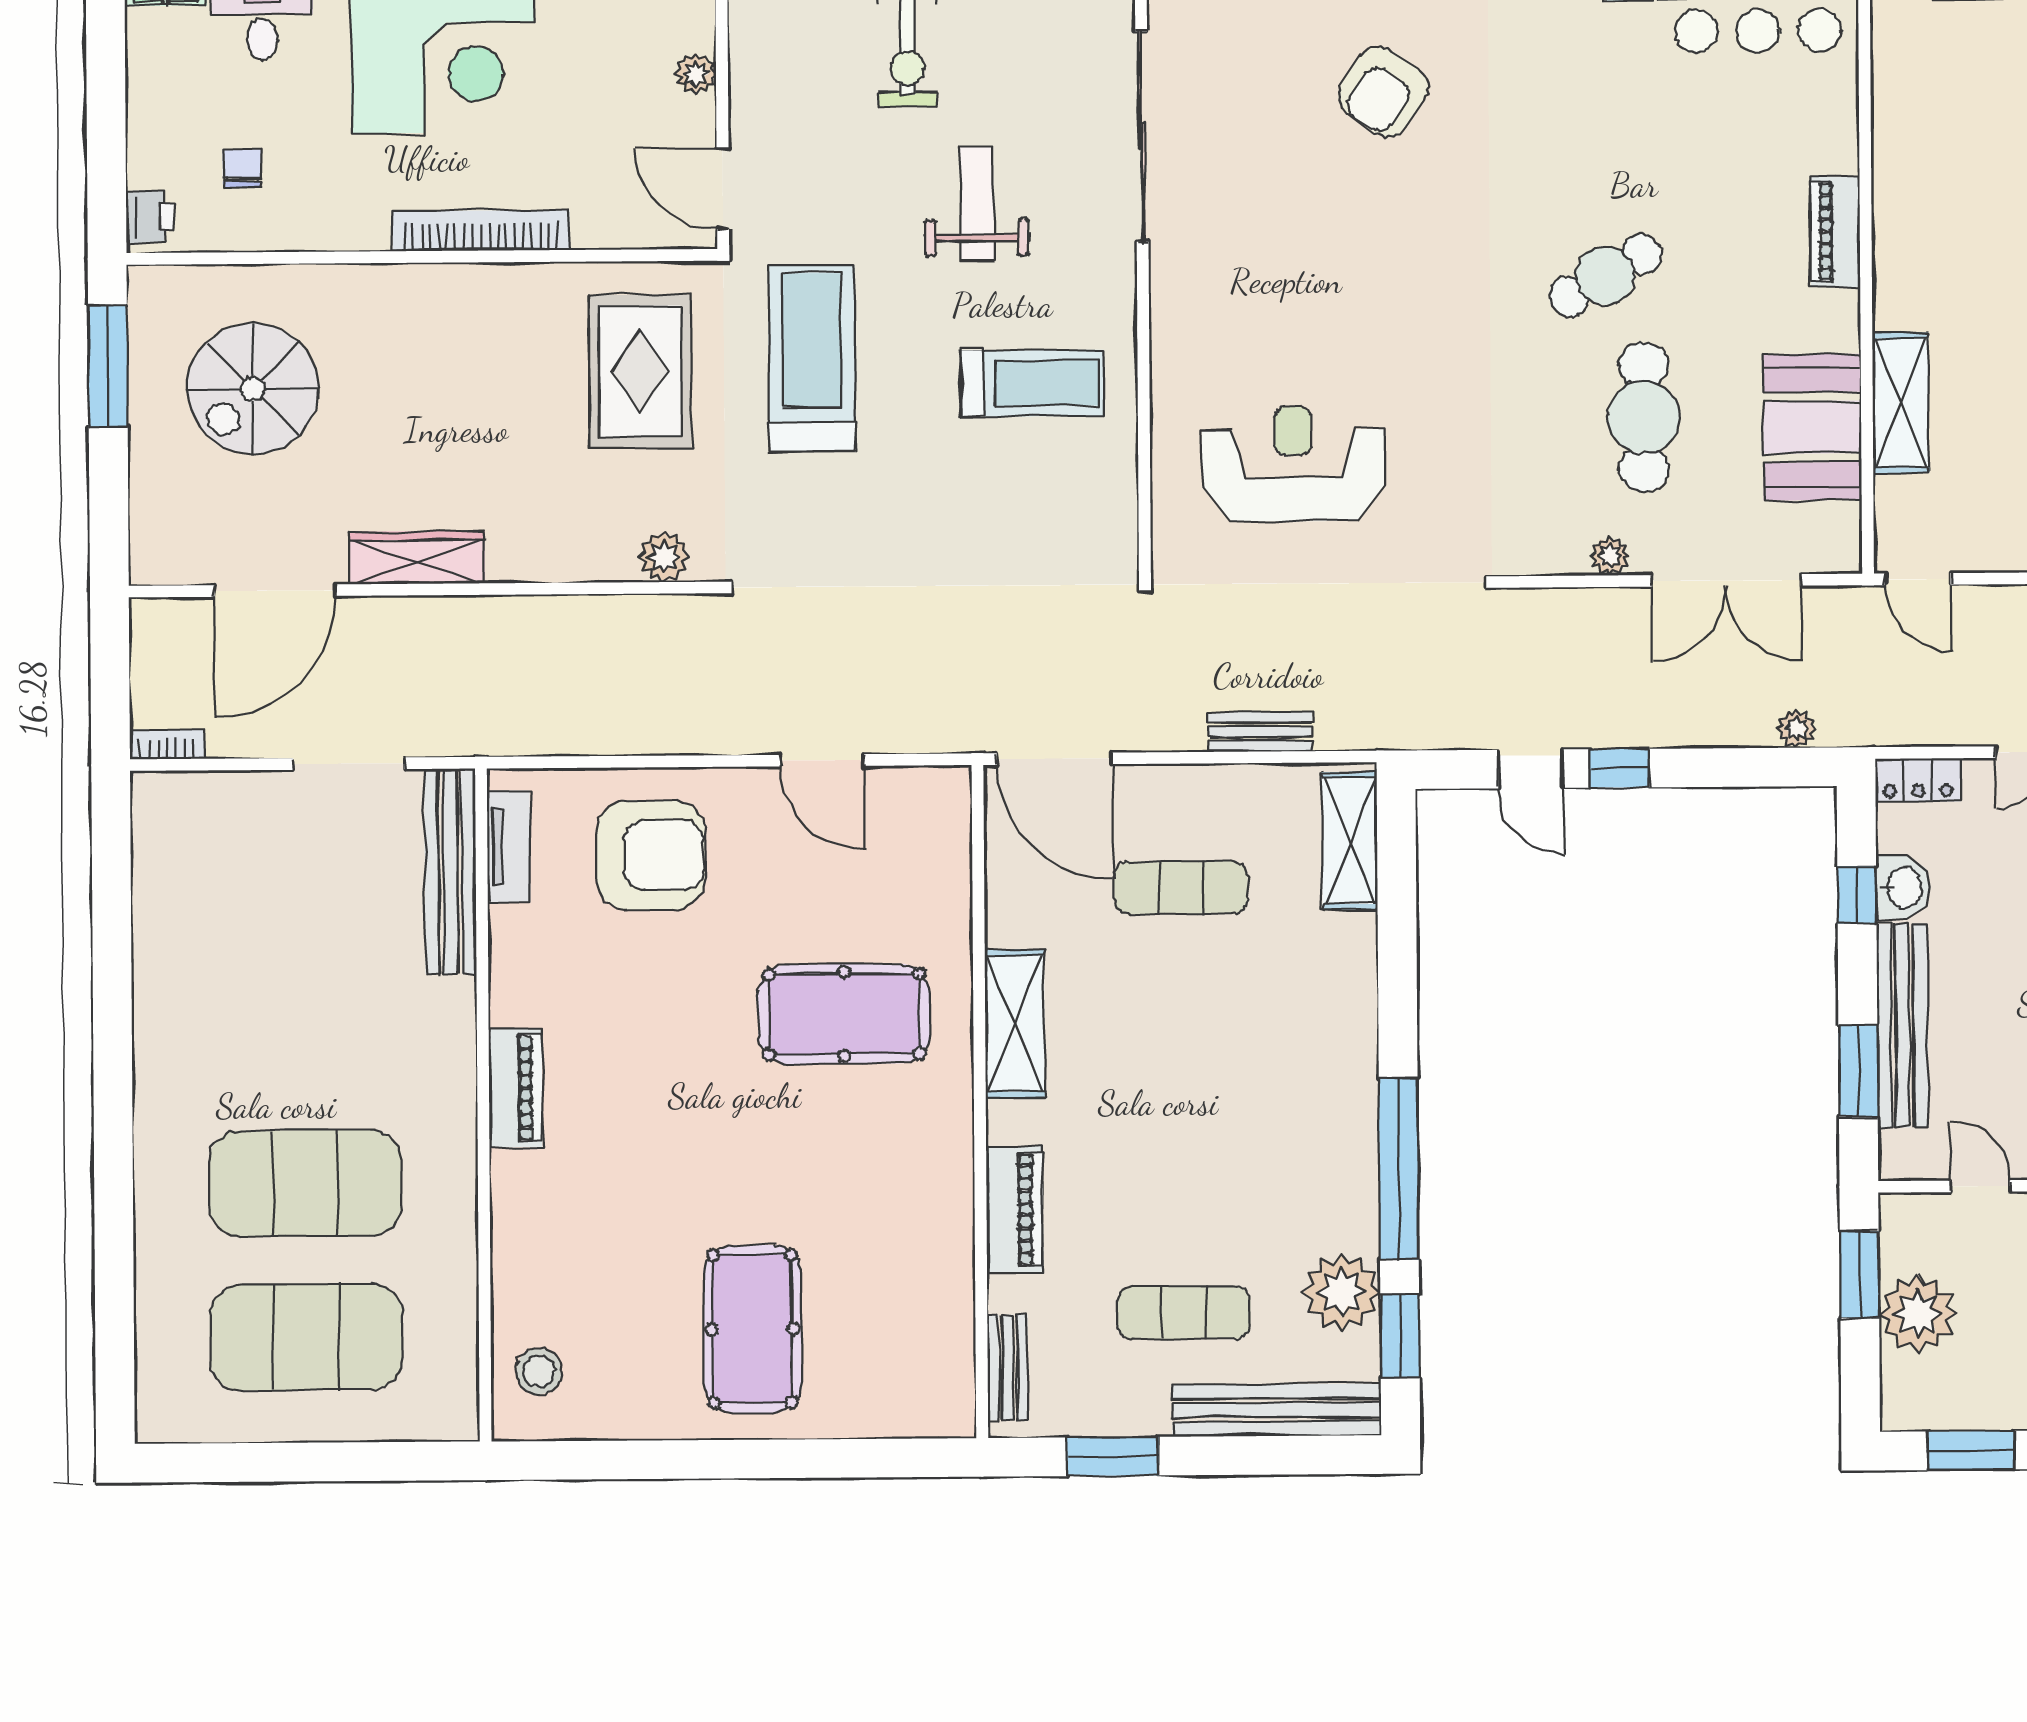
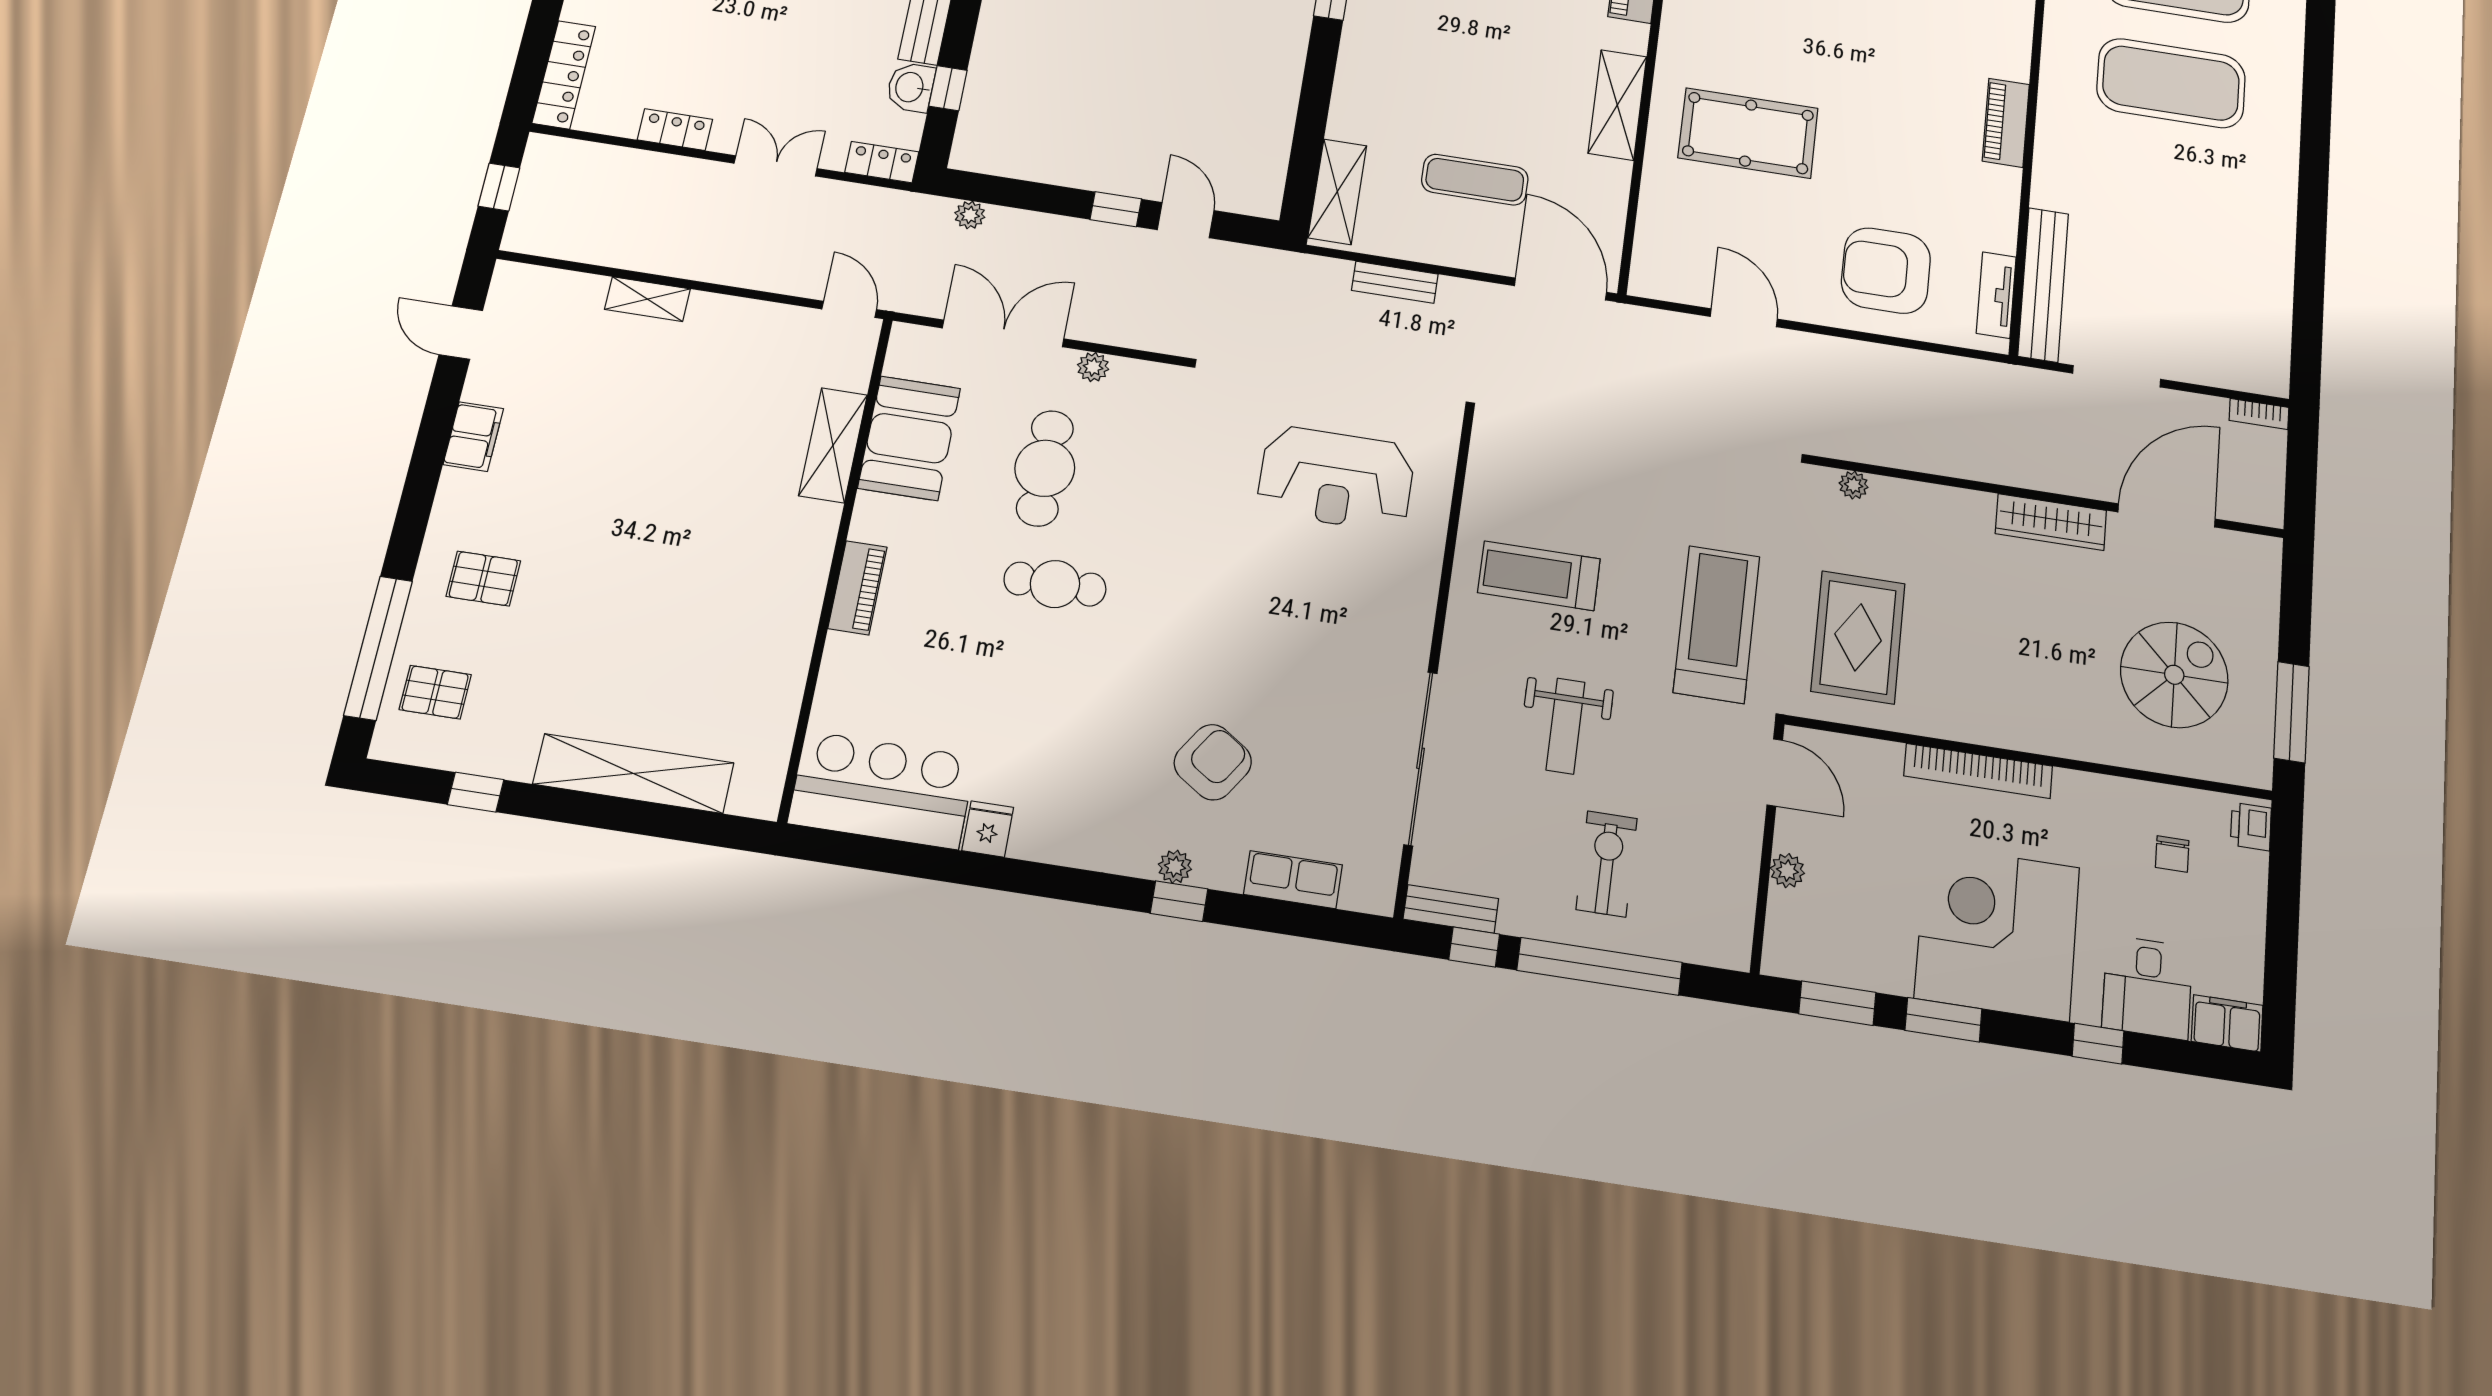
cafe table: (1605, 275) -> (1055, 584), turned 30
treadmill: (812, 359) -> (1717, 624), turned 180
plant: (664, 557) -> (1854, 485), width x0.73, depth x0.73

